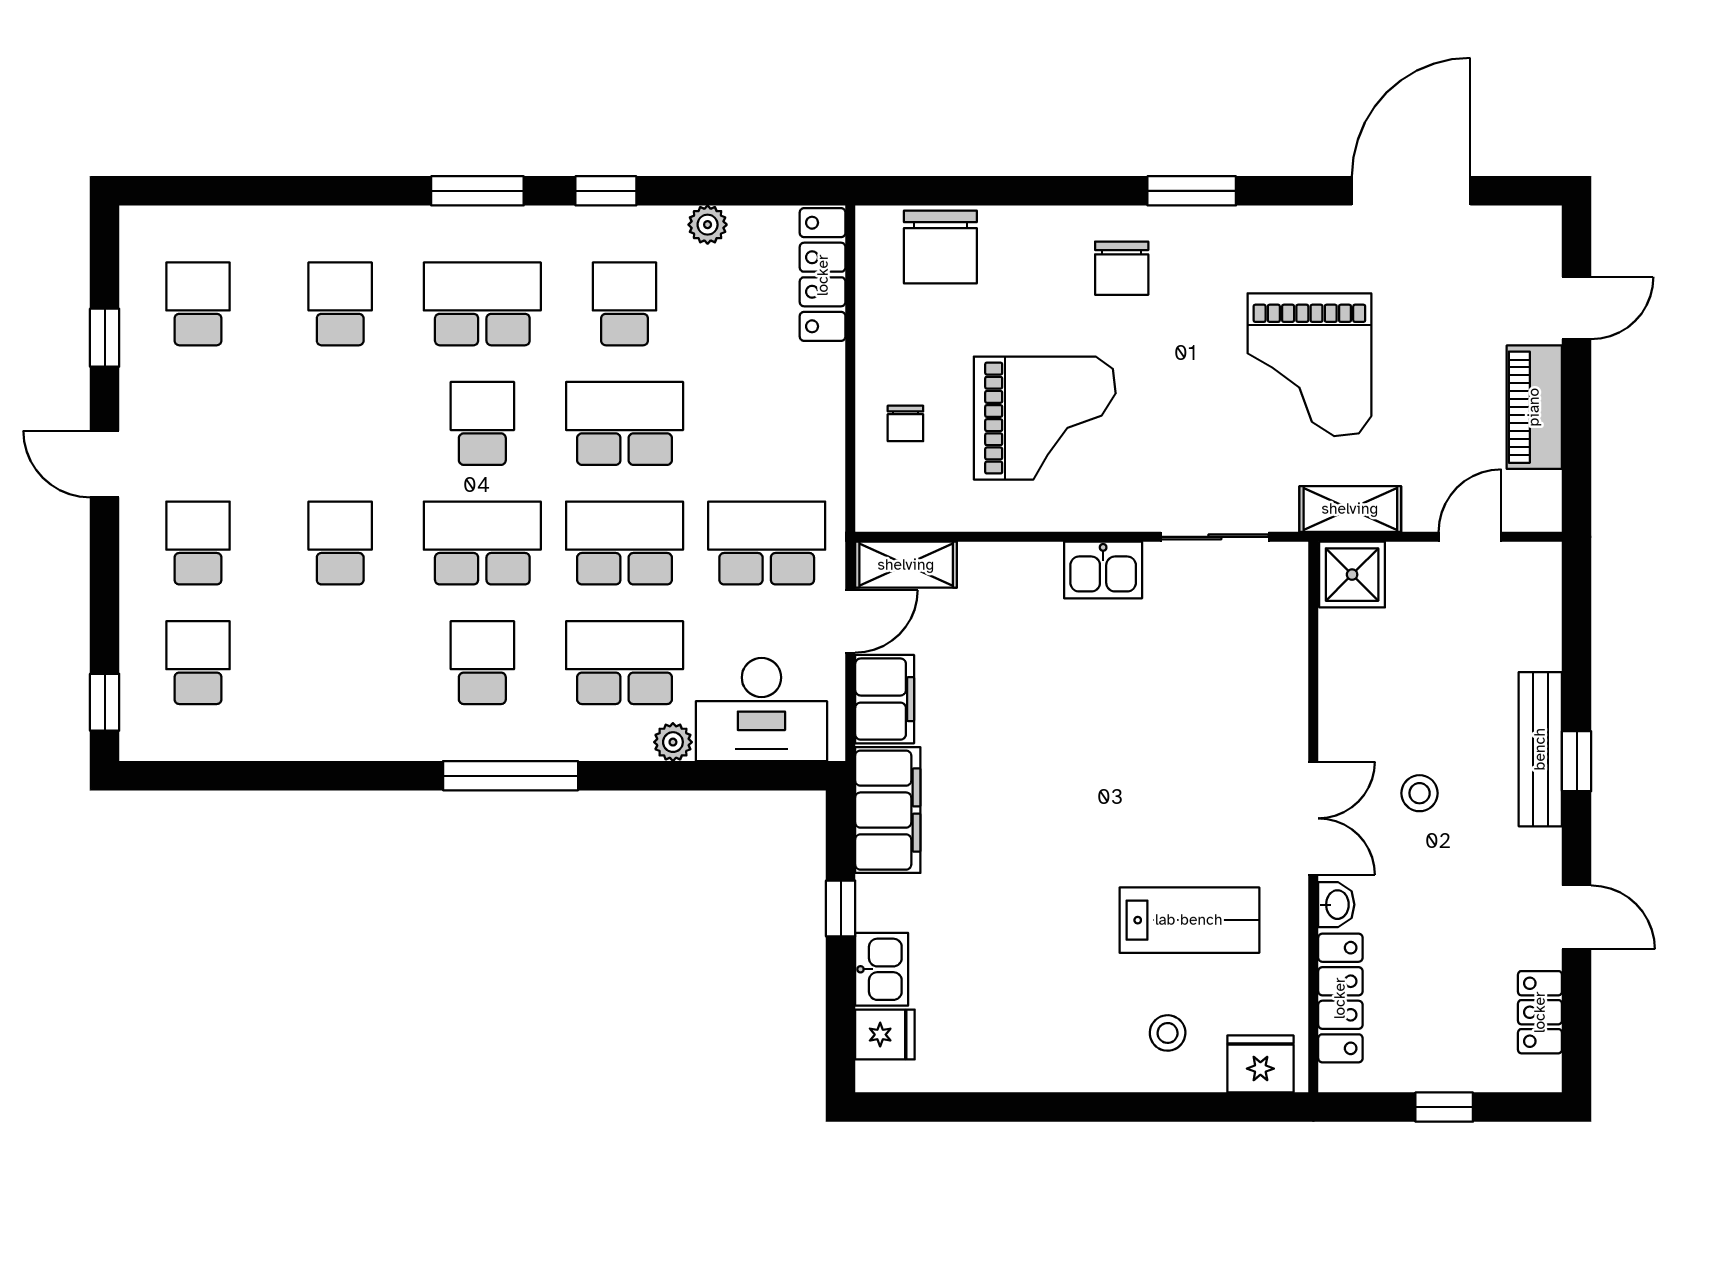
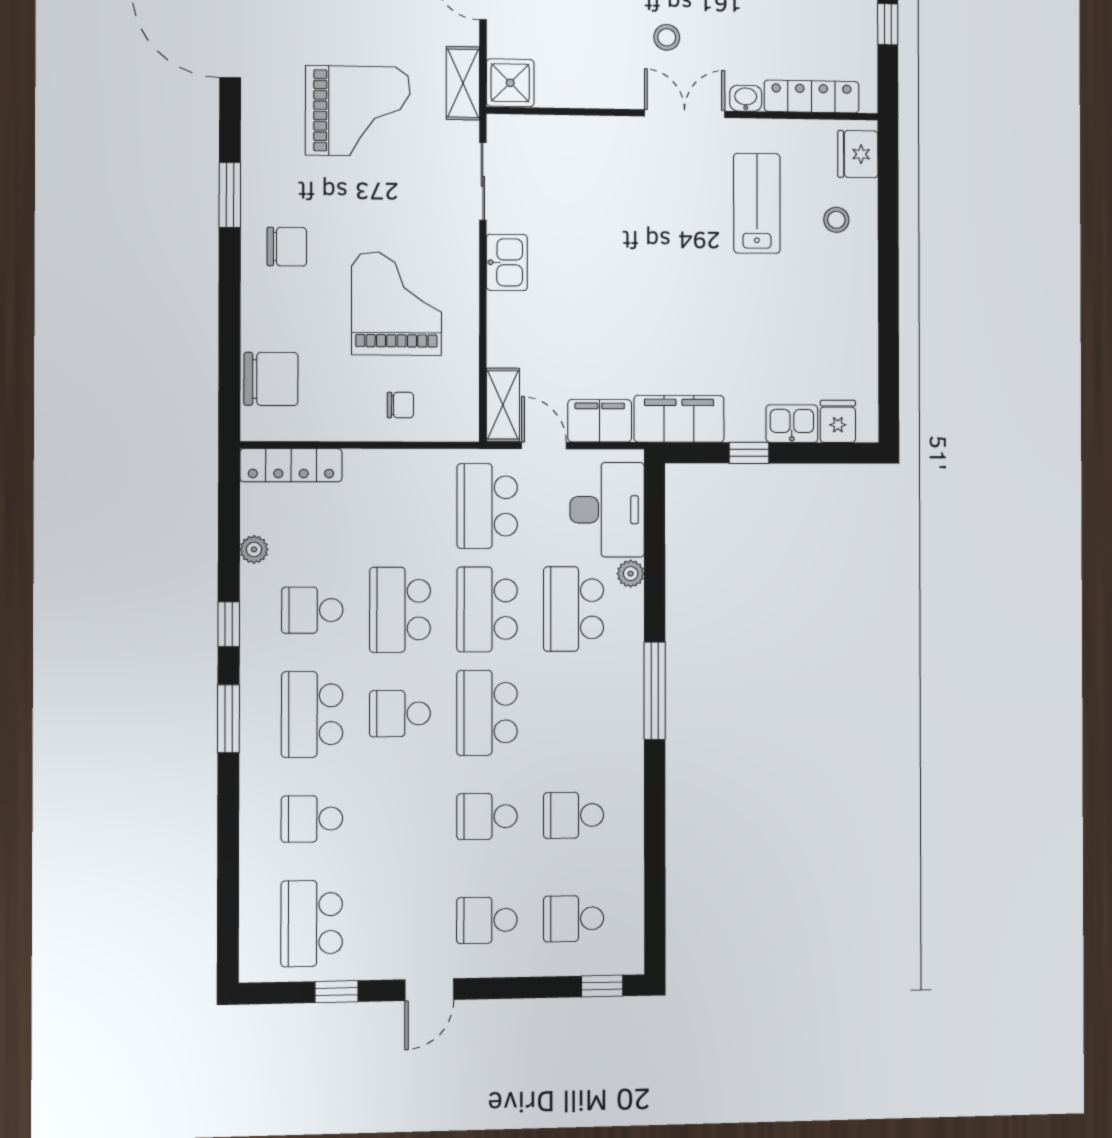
school desk: (198, 304) -> (312, 923), width x1.85
school desk: (482, 663) -> (574, 815), moved

